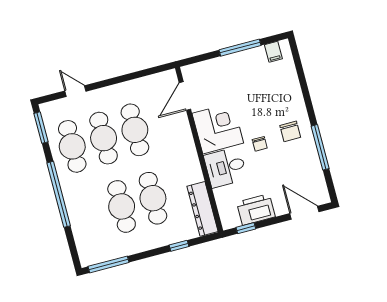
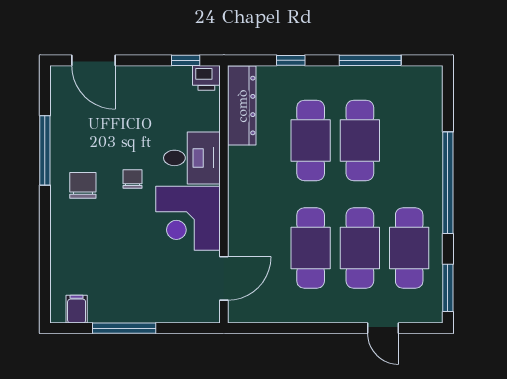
printer: (256, 209) -> (206, 78), moved, width x0.53, depth x0.68
window: (108, 264) -> (370, 60), moved

